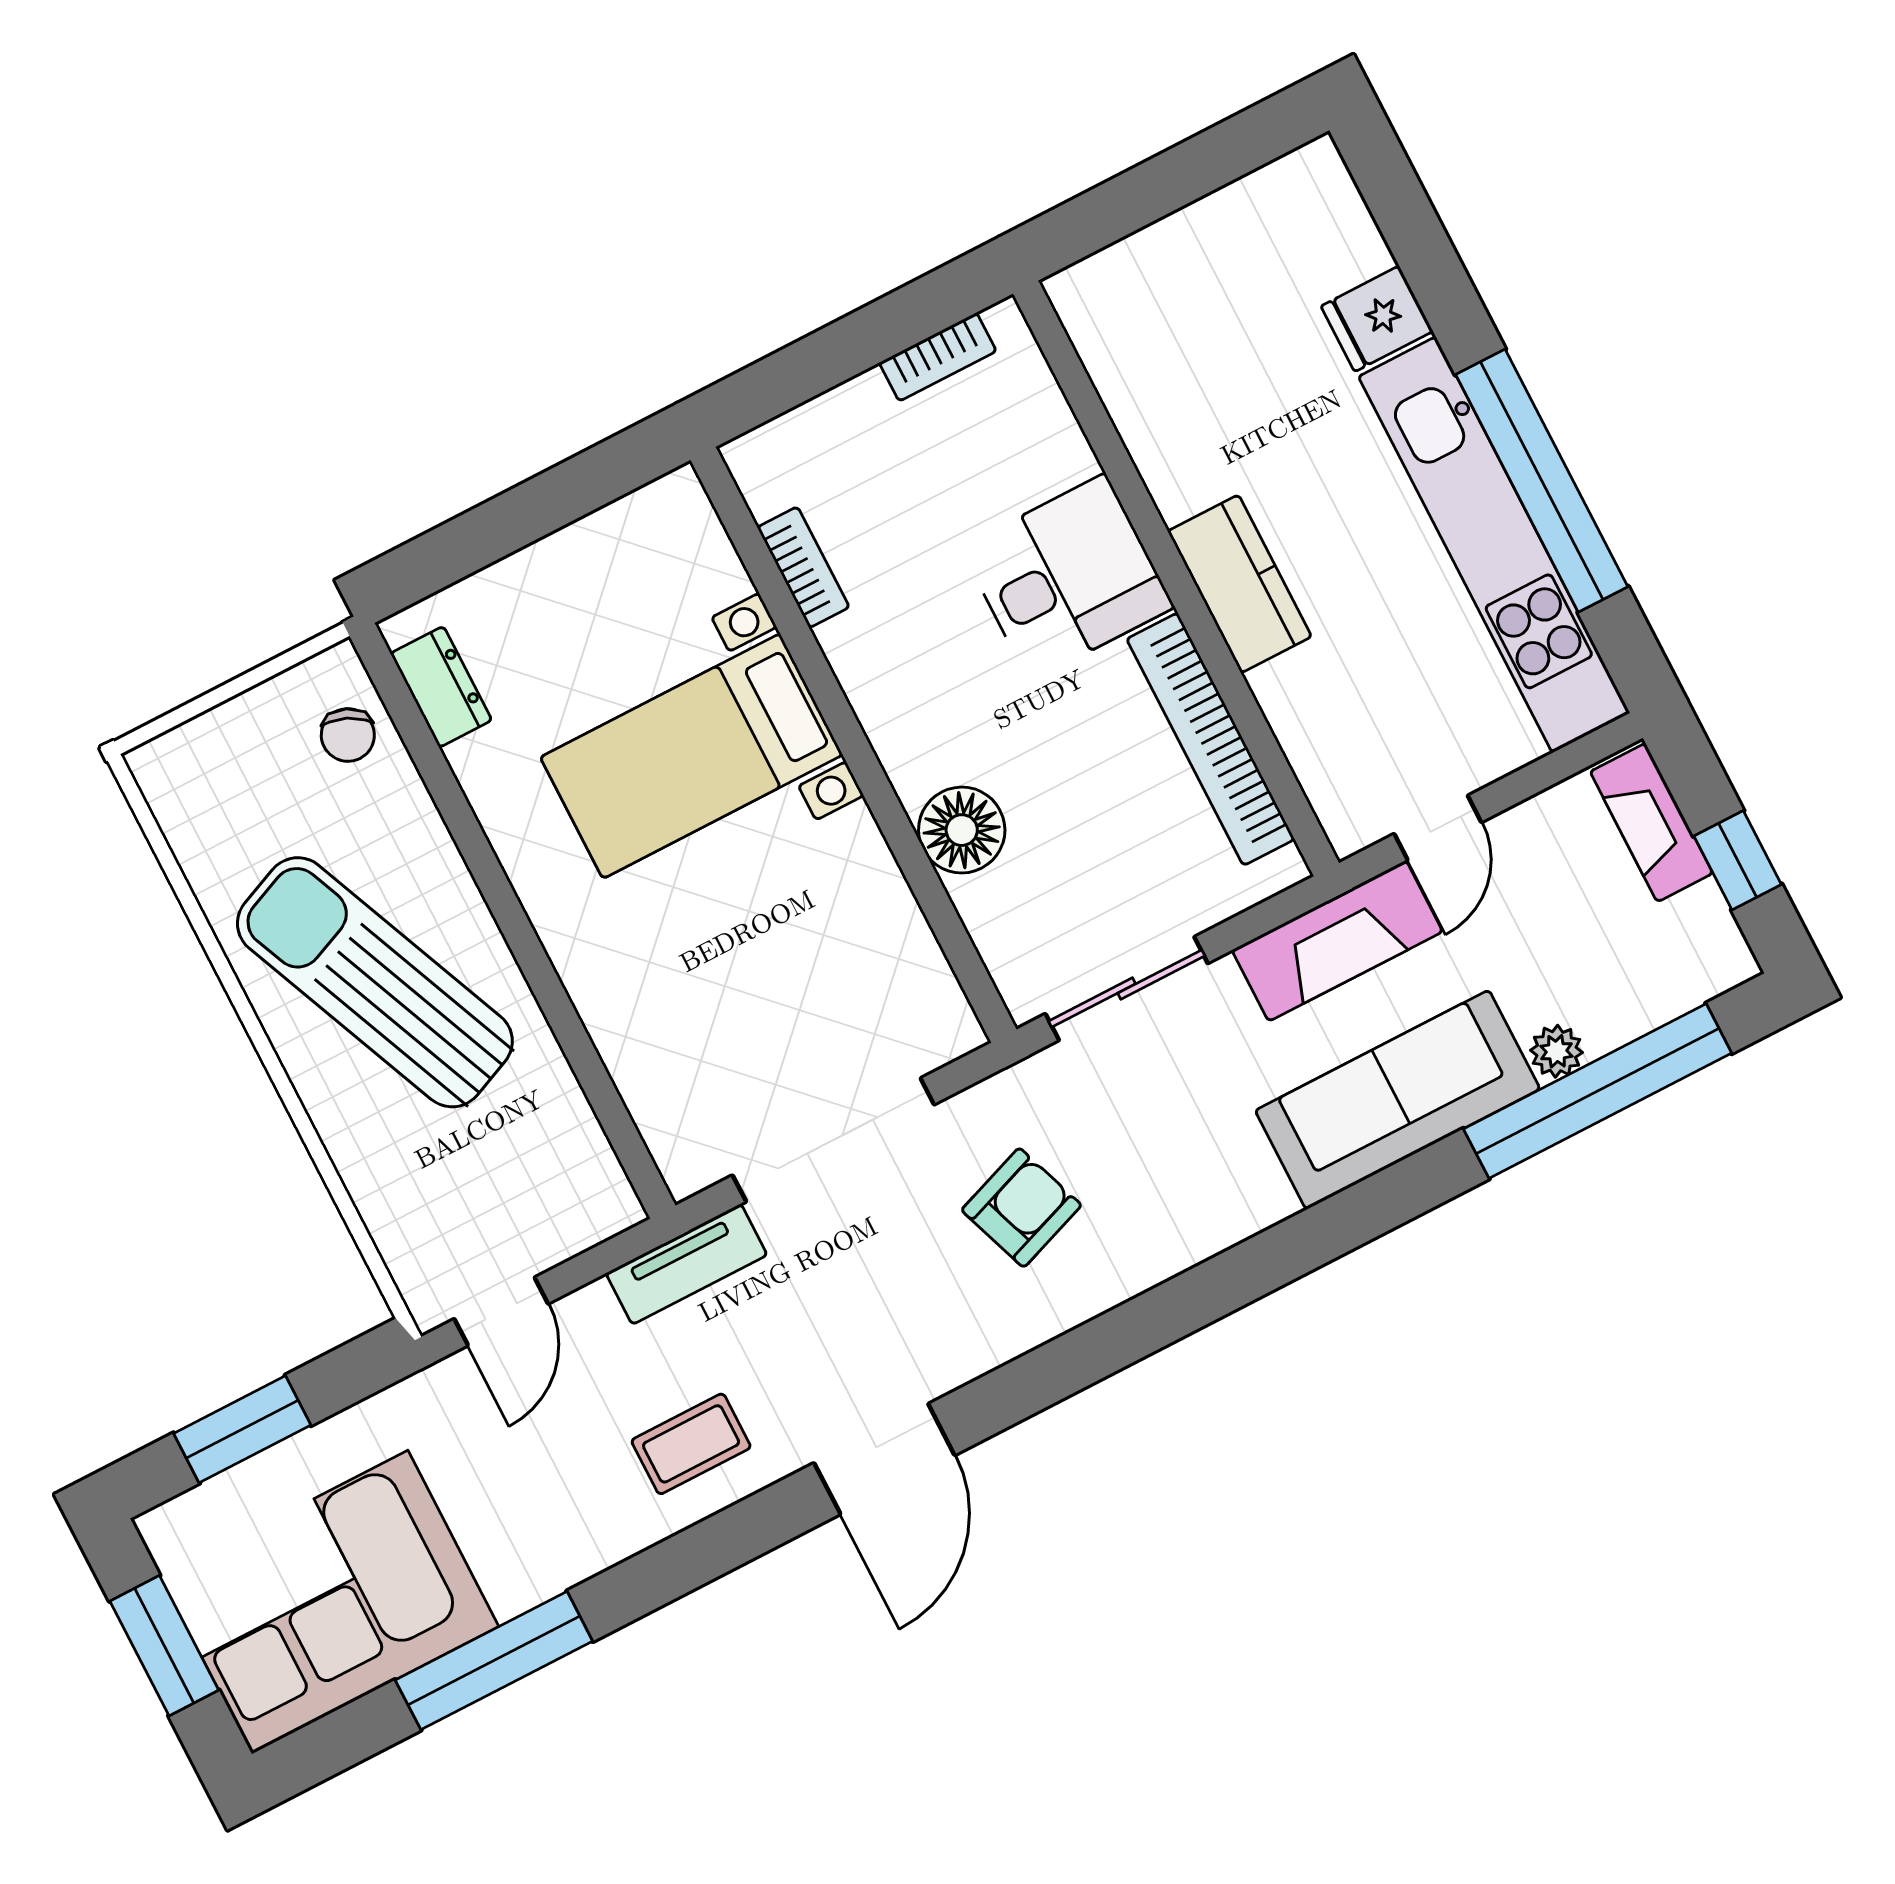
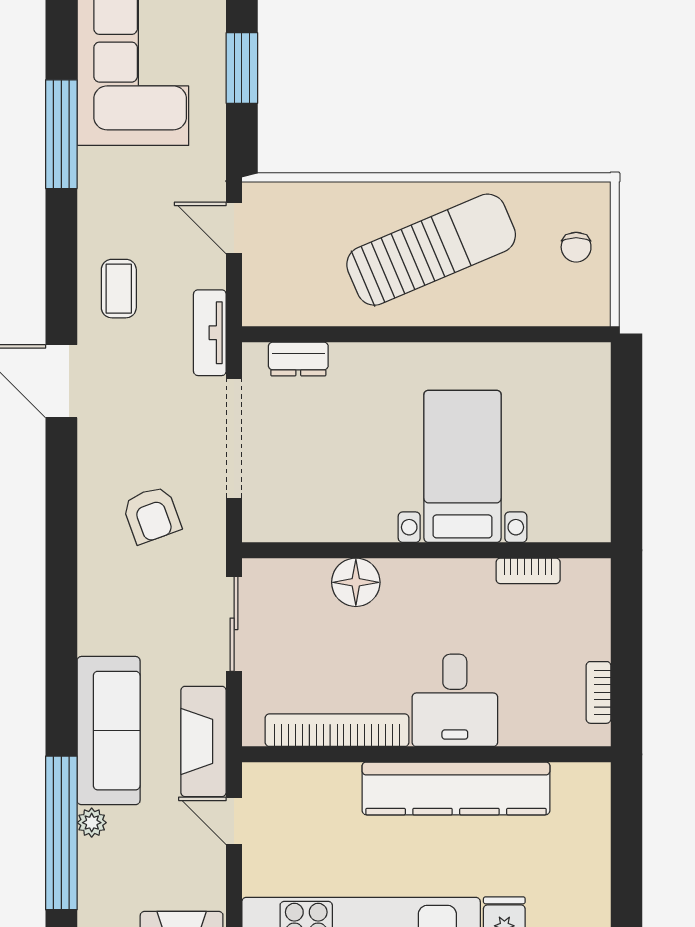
kitchen counter: (1240, 584) -> (456, 788), width x2.08, depth x1.17
dresser: (441, 687) -> (298, 359), moved
chair: (348, 735) -> (576, 247), moved, turned -114

